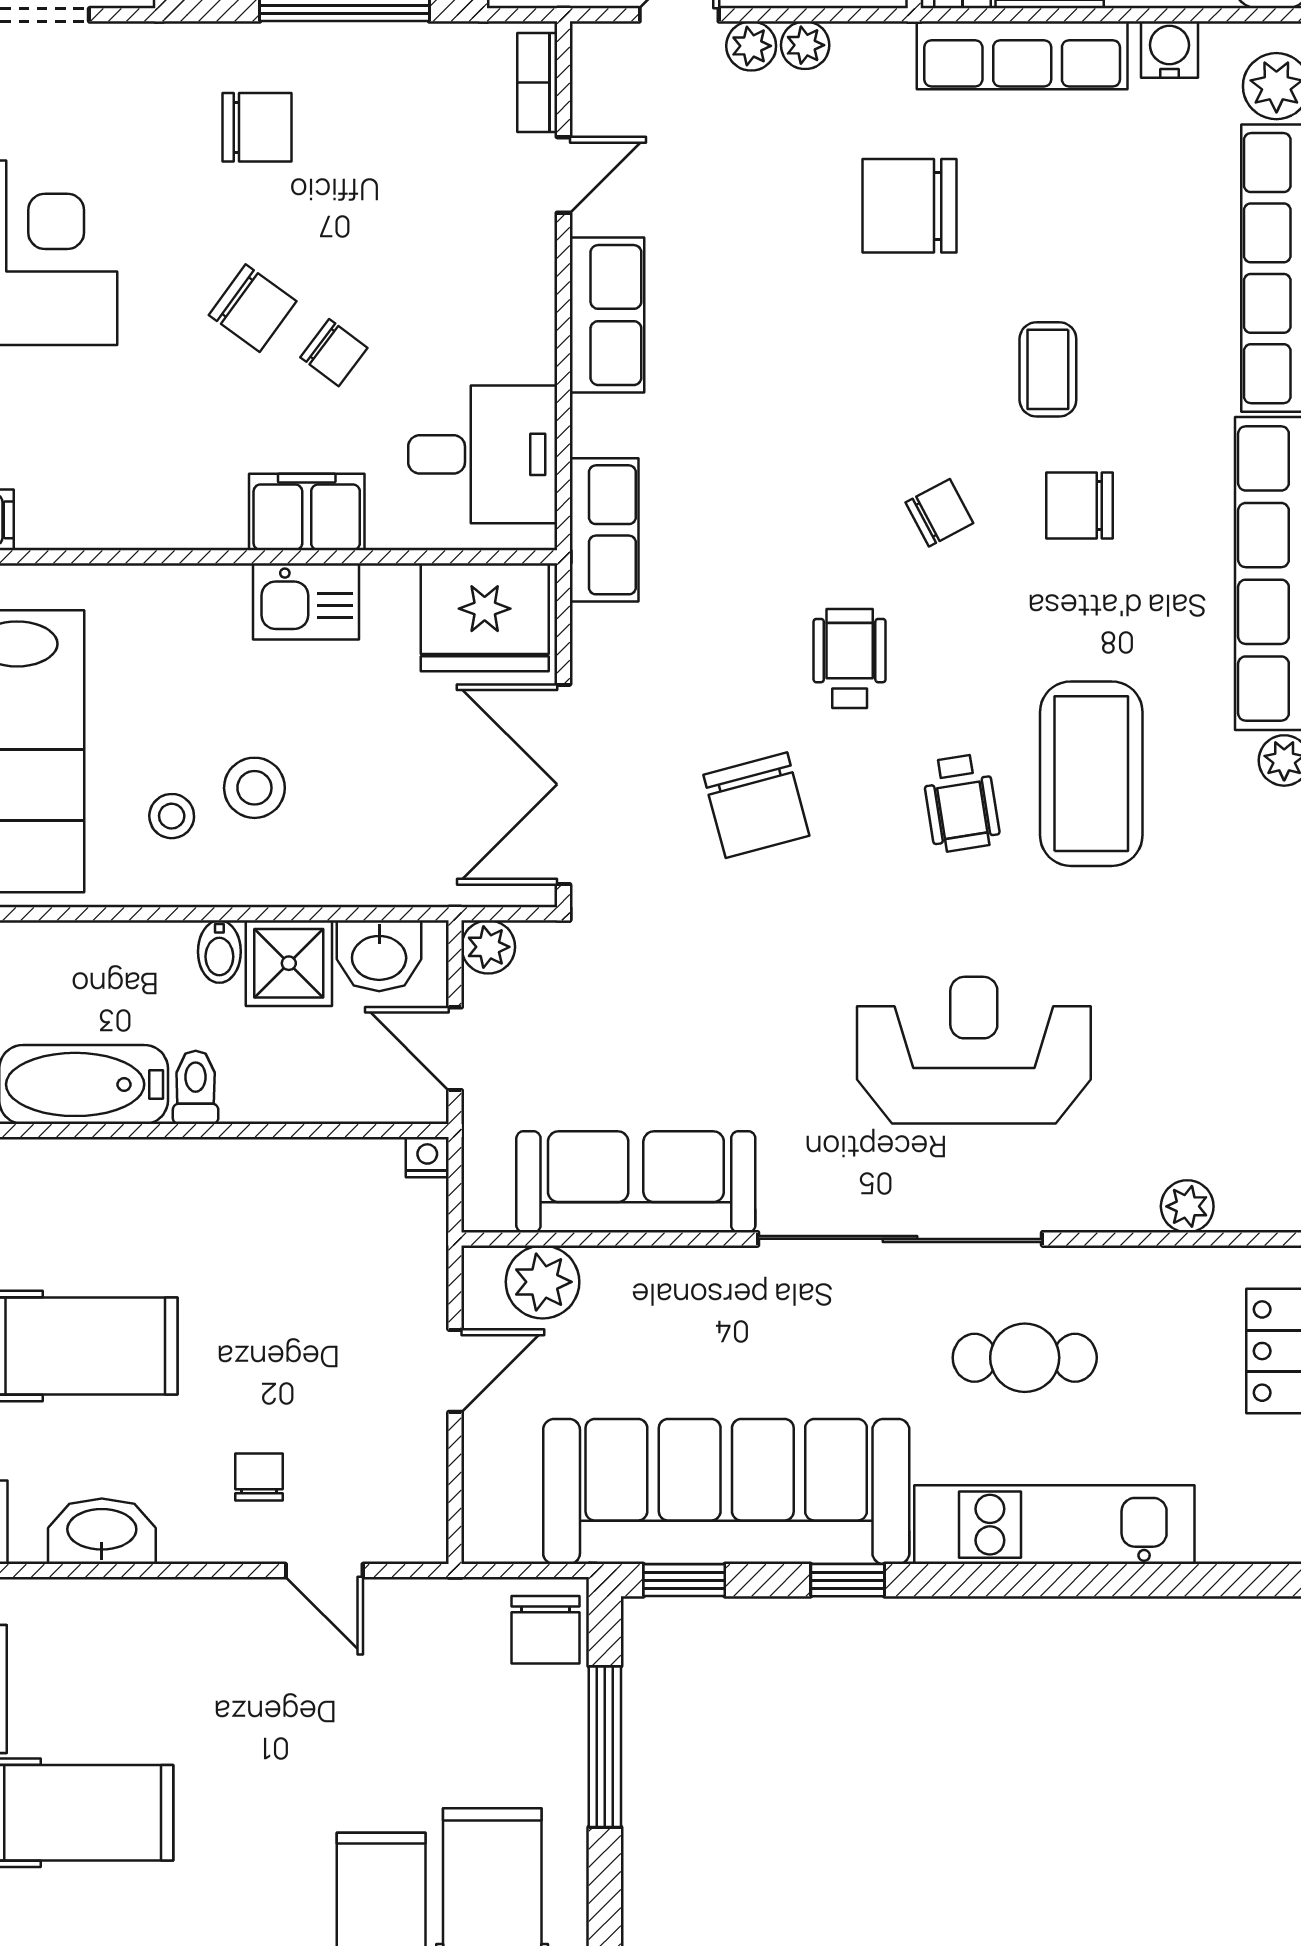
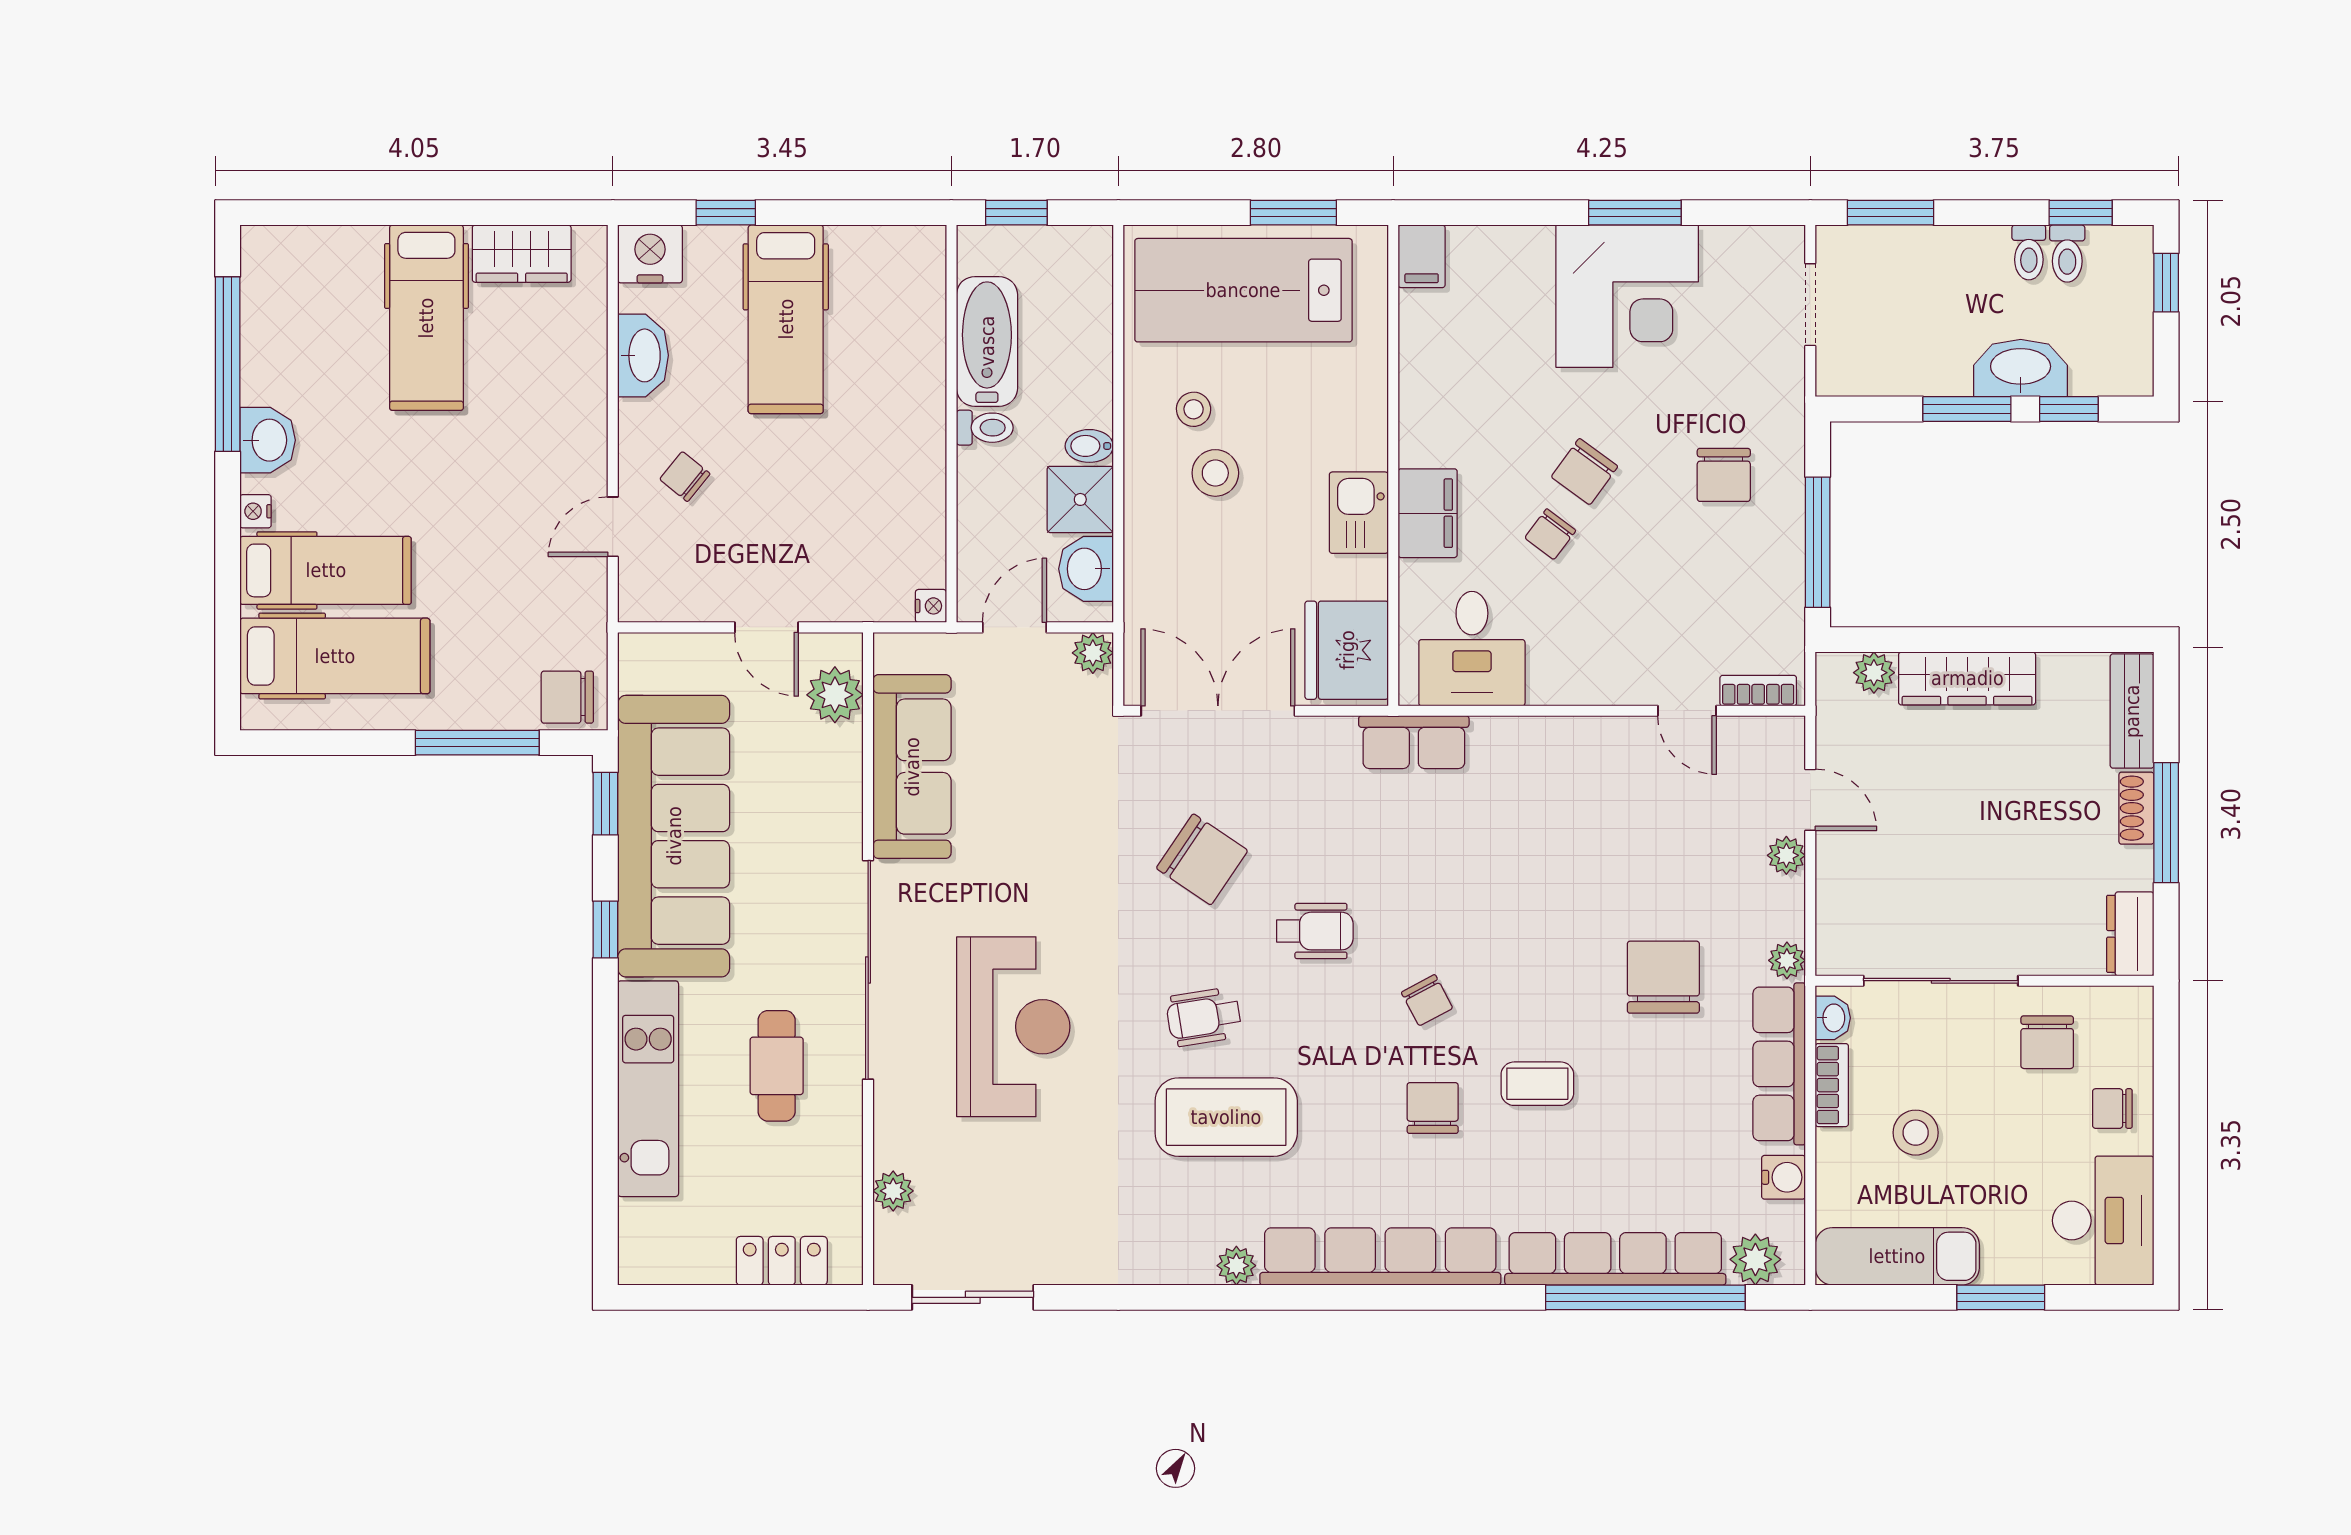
plant: (805, 45) -> (1787, 960), moved
row of seats: (607, 315) -> (1579, 744), removed
chair: (756, 805) -> (1202, 859), turned -131
chair: (259, 1477) -> (685, 477), turned -141

